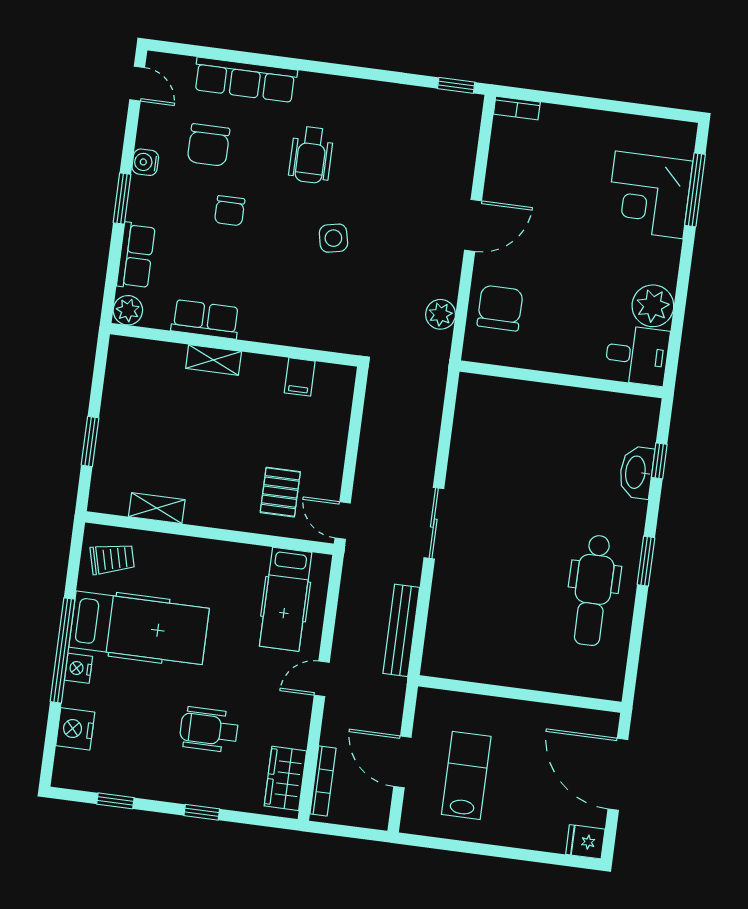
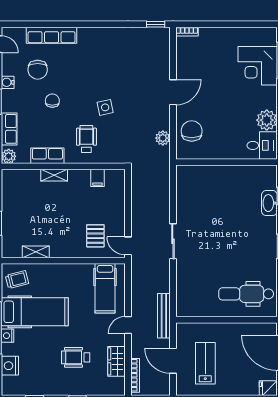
wheelchair: (311, 155) -> (86, 139), moved, turned 180
chair: (230, 211) -> (52, 101), turned 180
dental chair: (593, 590) -> (246, 294), moved, turned 90
bench: (401, 630) -> (164, 316), moved
wardrobe: (285, 778) -> (116, 361), moved

